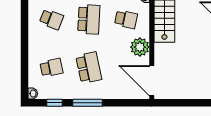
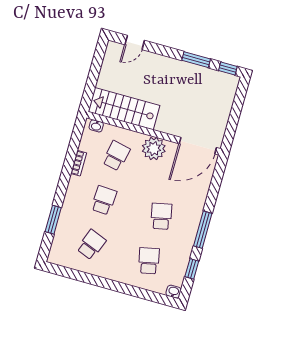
school desk: (89, 19) -> (104, 200), width x0.54
school desk: (89, 68) -> (161, 216), width x0.54

